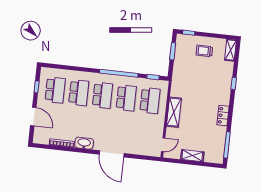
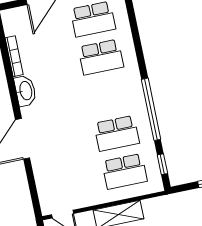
school desk: (103, 95) -> (109, 95), removed

